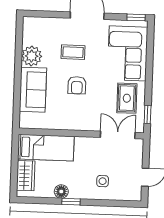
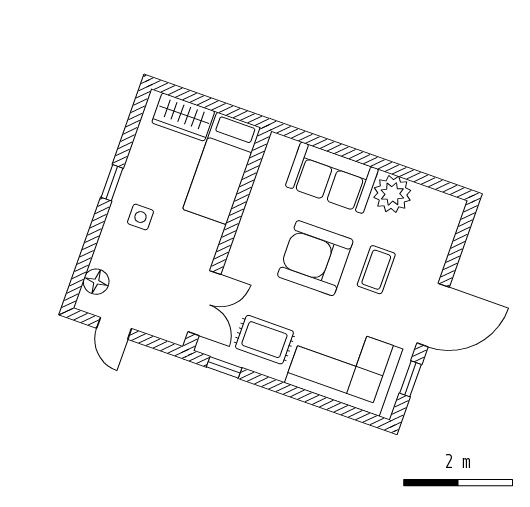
window: (136, 17) -> (411, 379), moved
armchair: (77, 85) -> (315, 258), width x1.88, depth x1.88
side table: (103, 181) -> (140, 217), moved
floor lamp: (61, 192) -> (96, 282), moved

